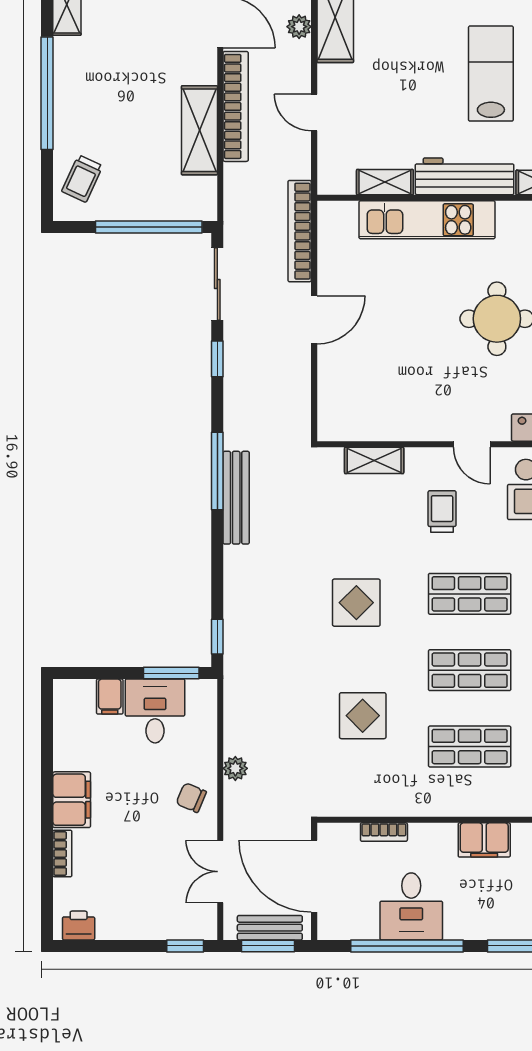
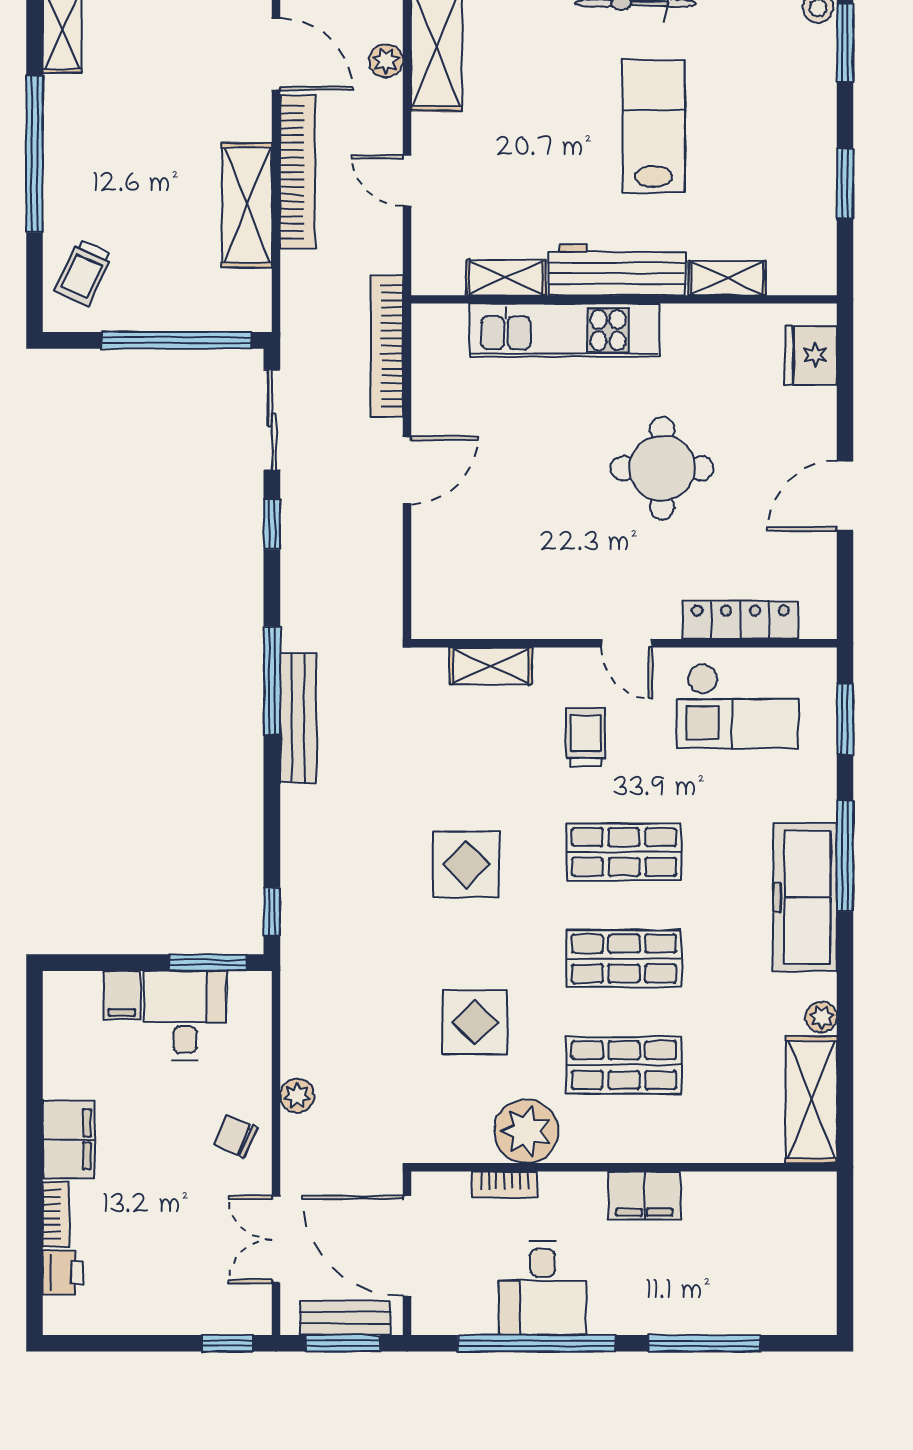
plant: (400, 794) -> (526, 1131), added
printer: (79, 926) -> (63, 1273), moved, turned 90

